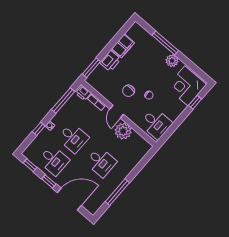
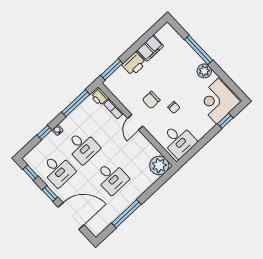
plant: (123, 131) -> (159, 166), moved

